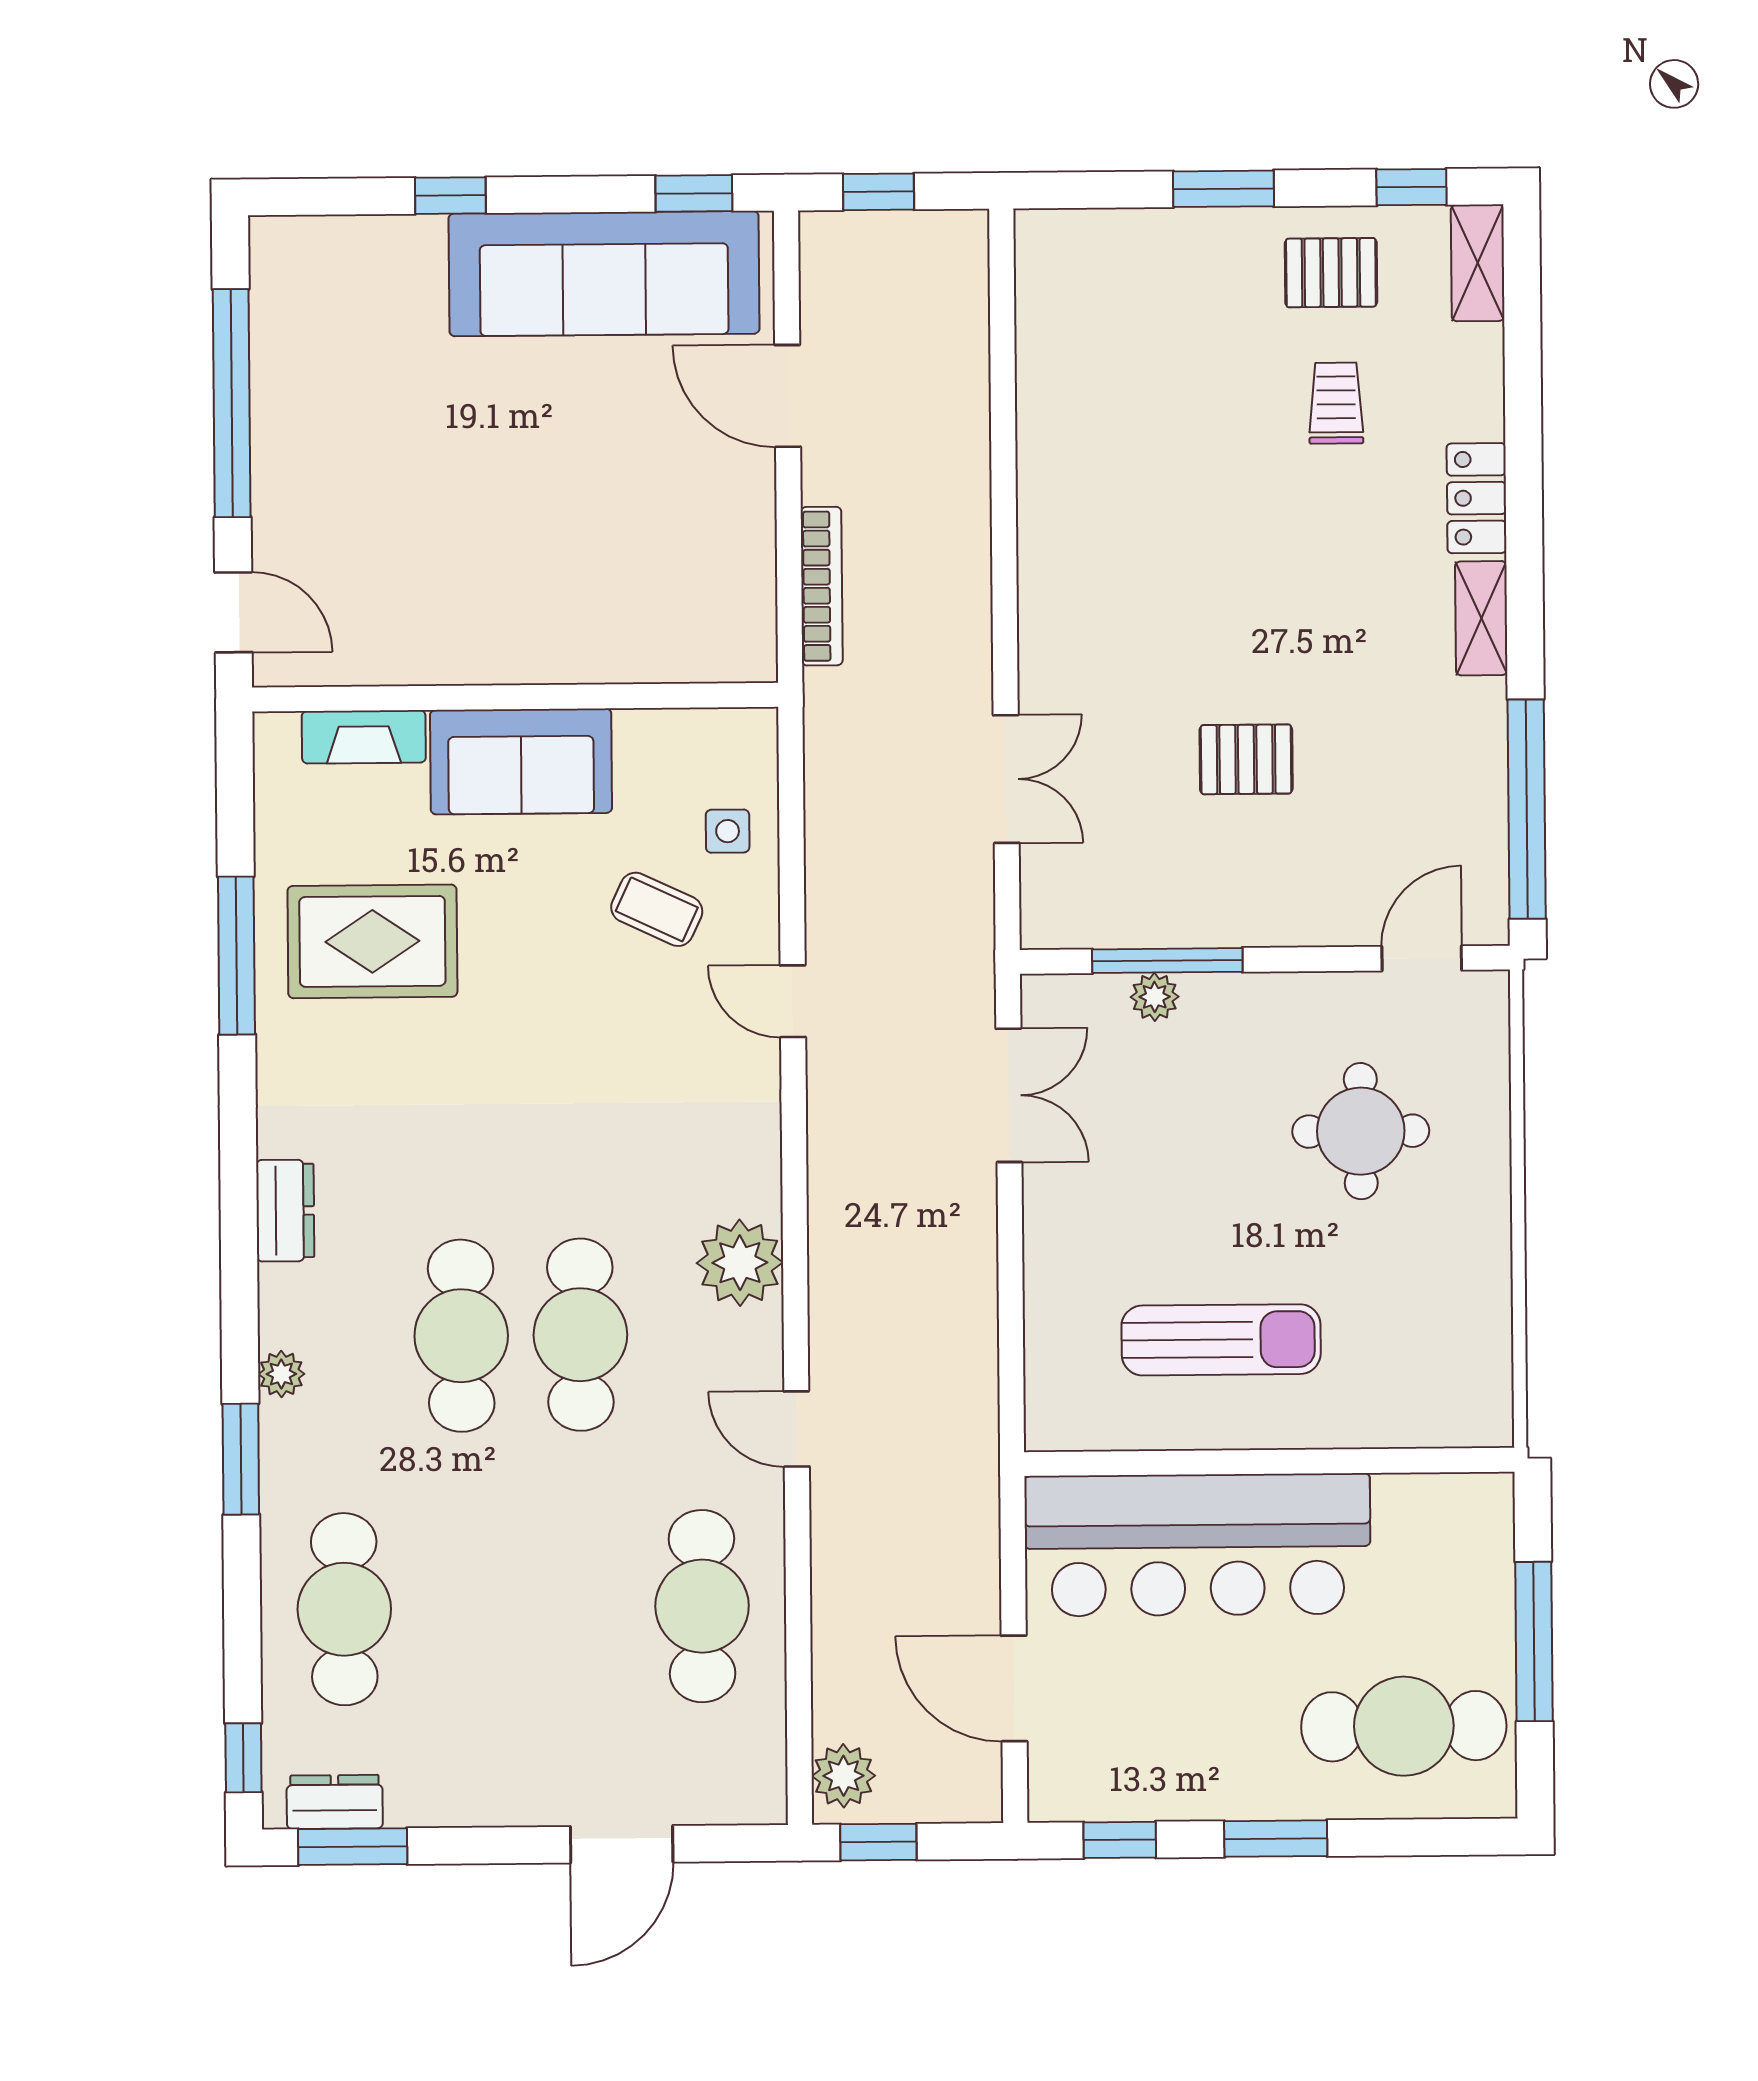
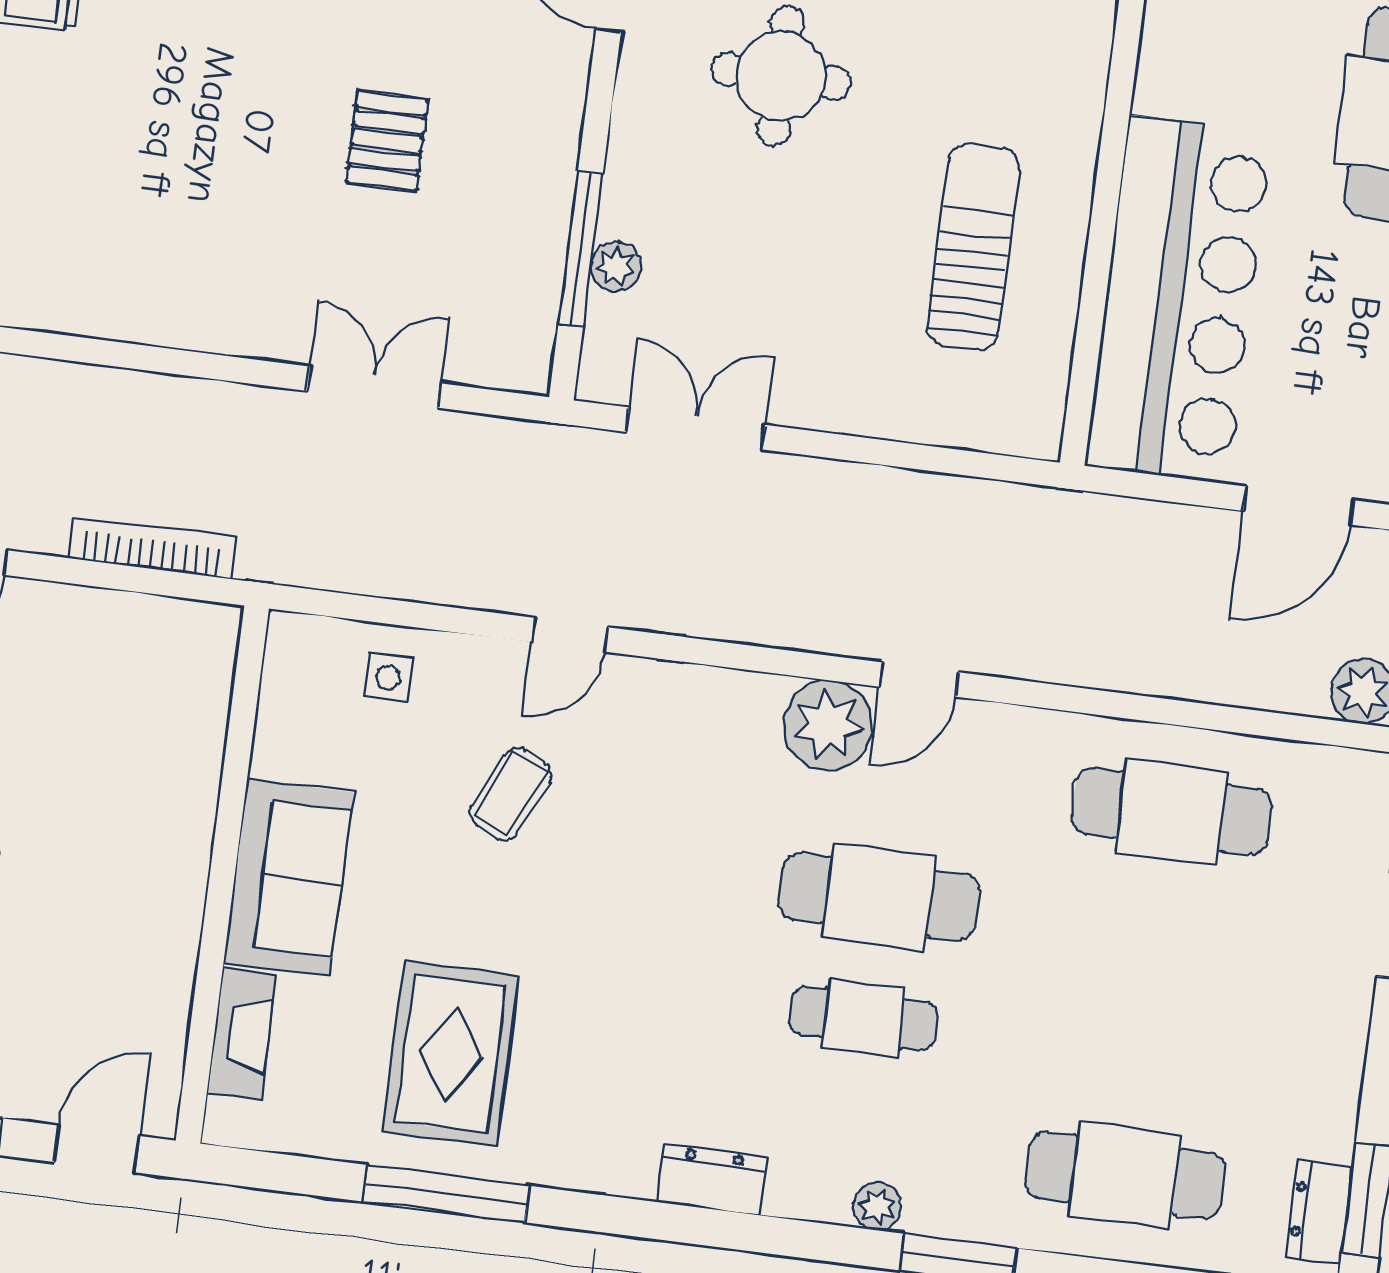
coffee table: (657, 909) -> (511, 794), moved
cafe table: (461, 1336) -> (863, 1018), width x0.73, depth x0.74
door: (797, 1429) -> (919, 679), moved

